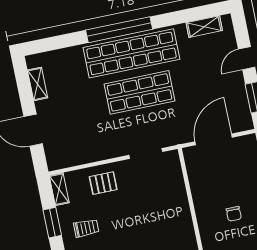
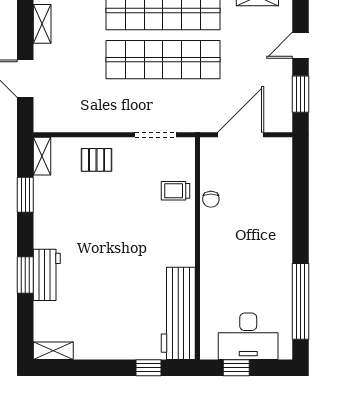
shop shelf: (140, 92) -> (163, 60), width x1.40
chair: (234, 214) -> (211, 199), moved
trolley: (86, 228) -> (176, 191), moved, turned 180

